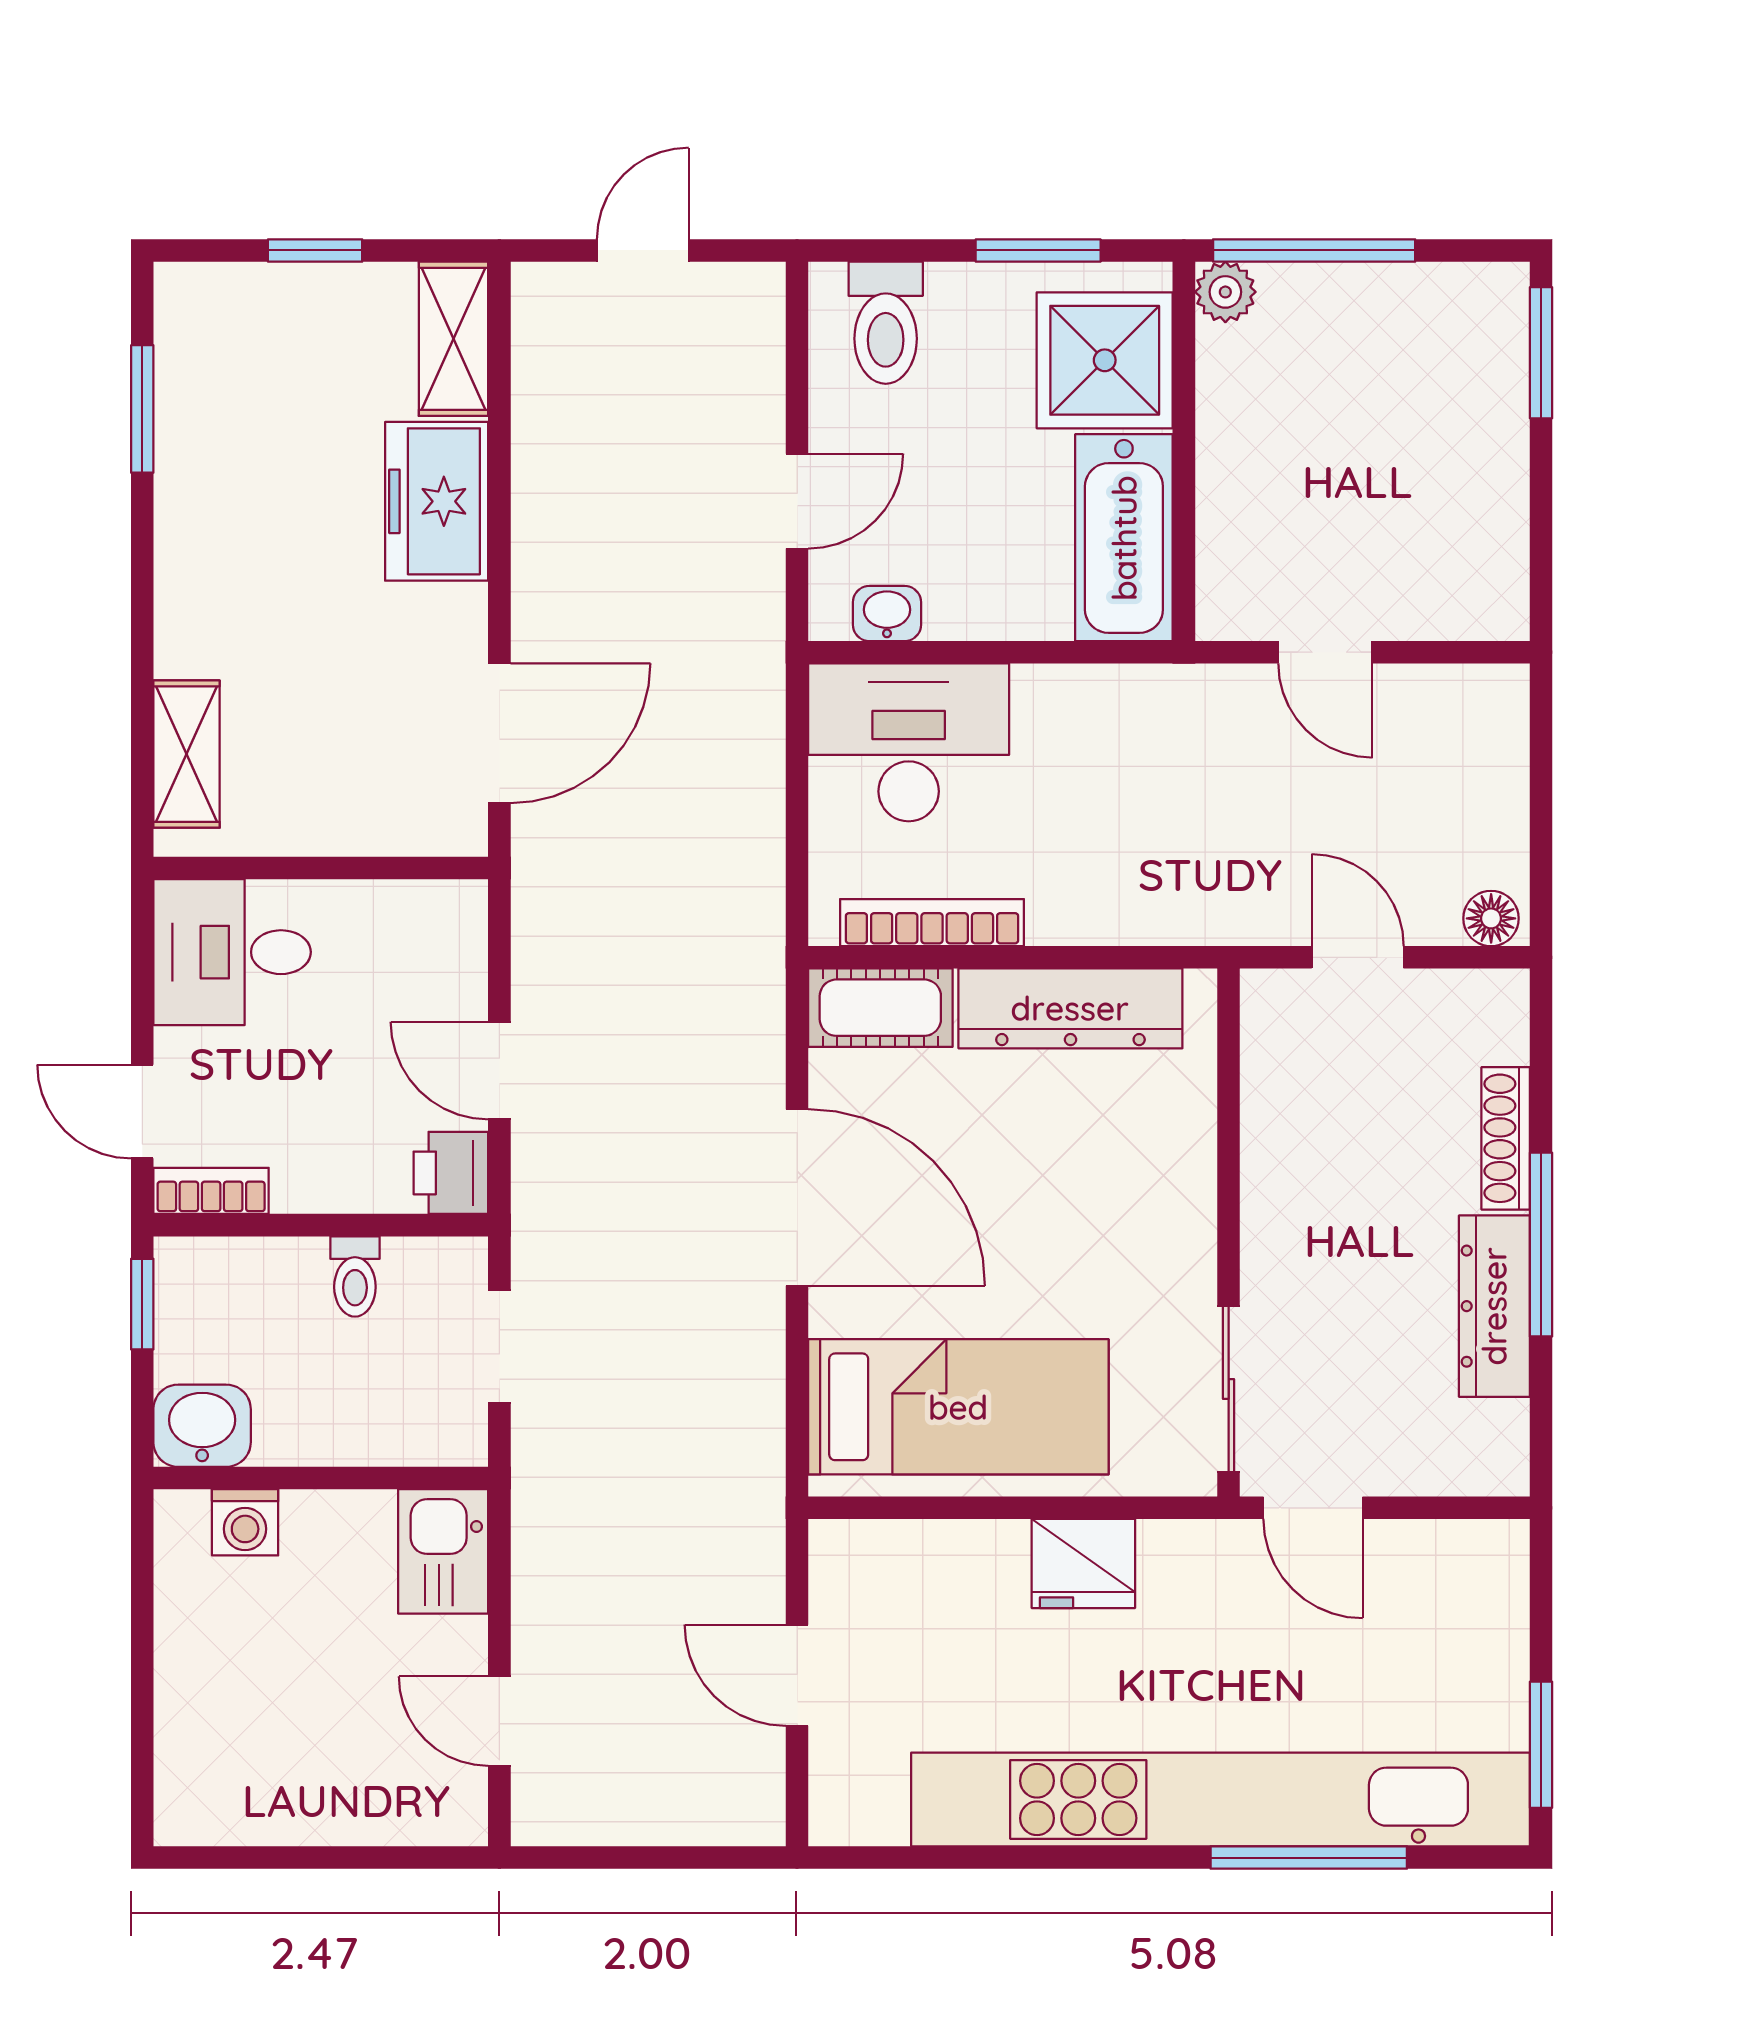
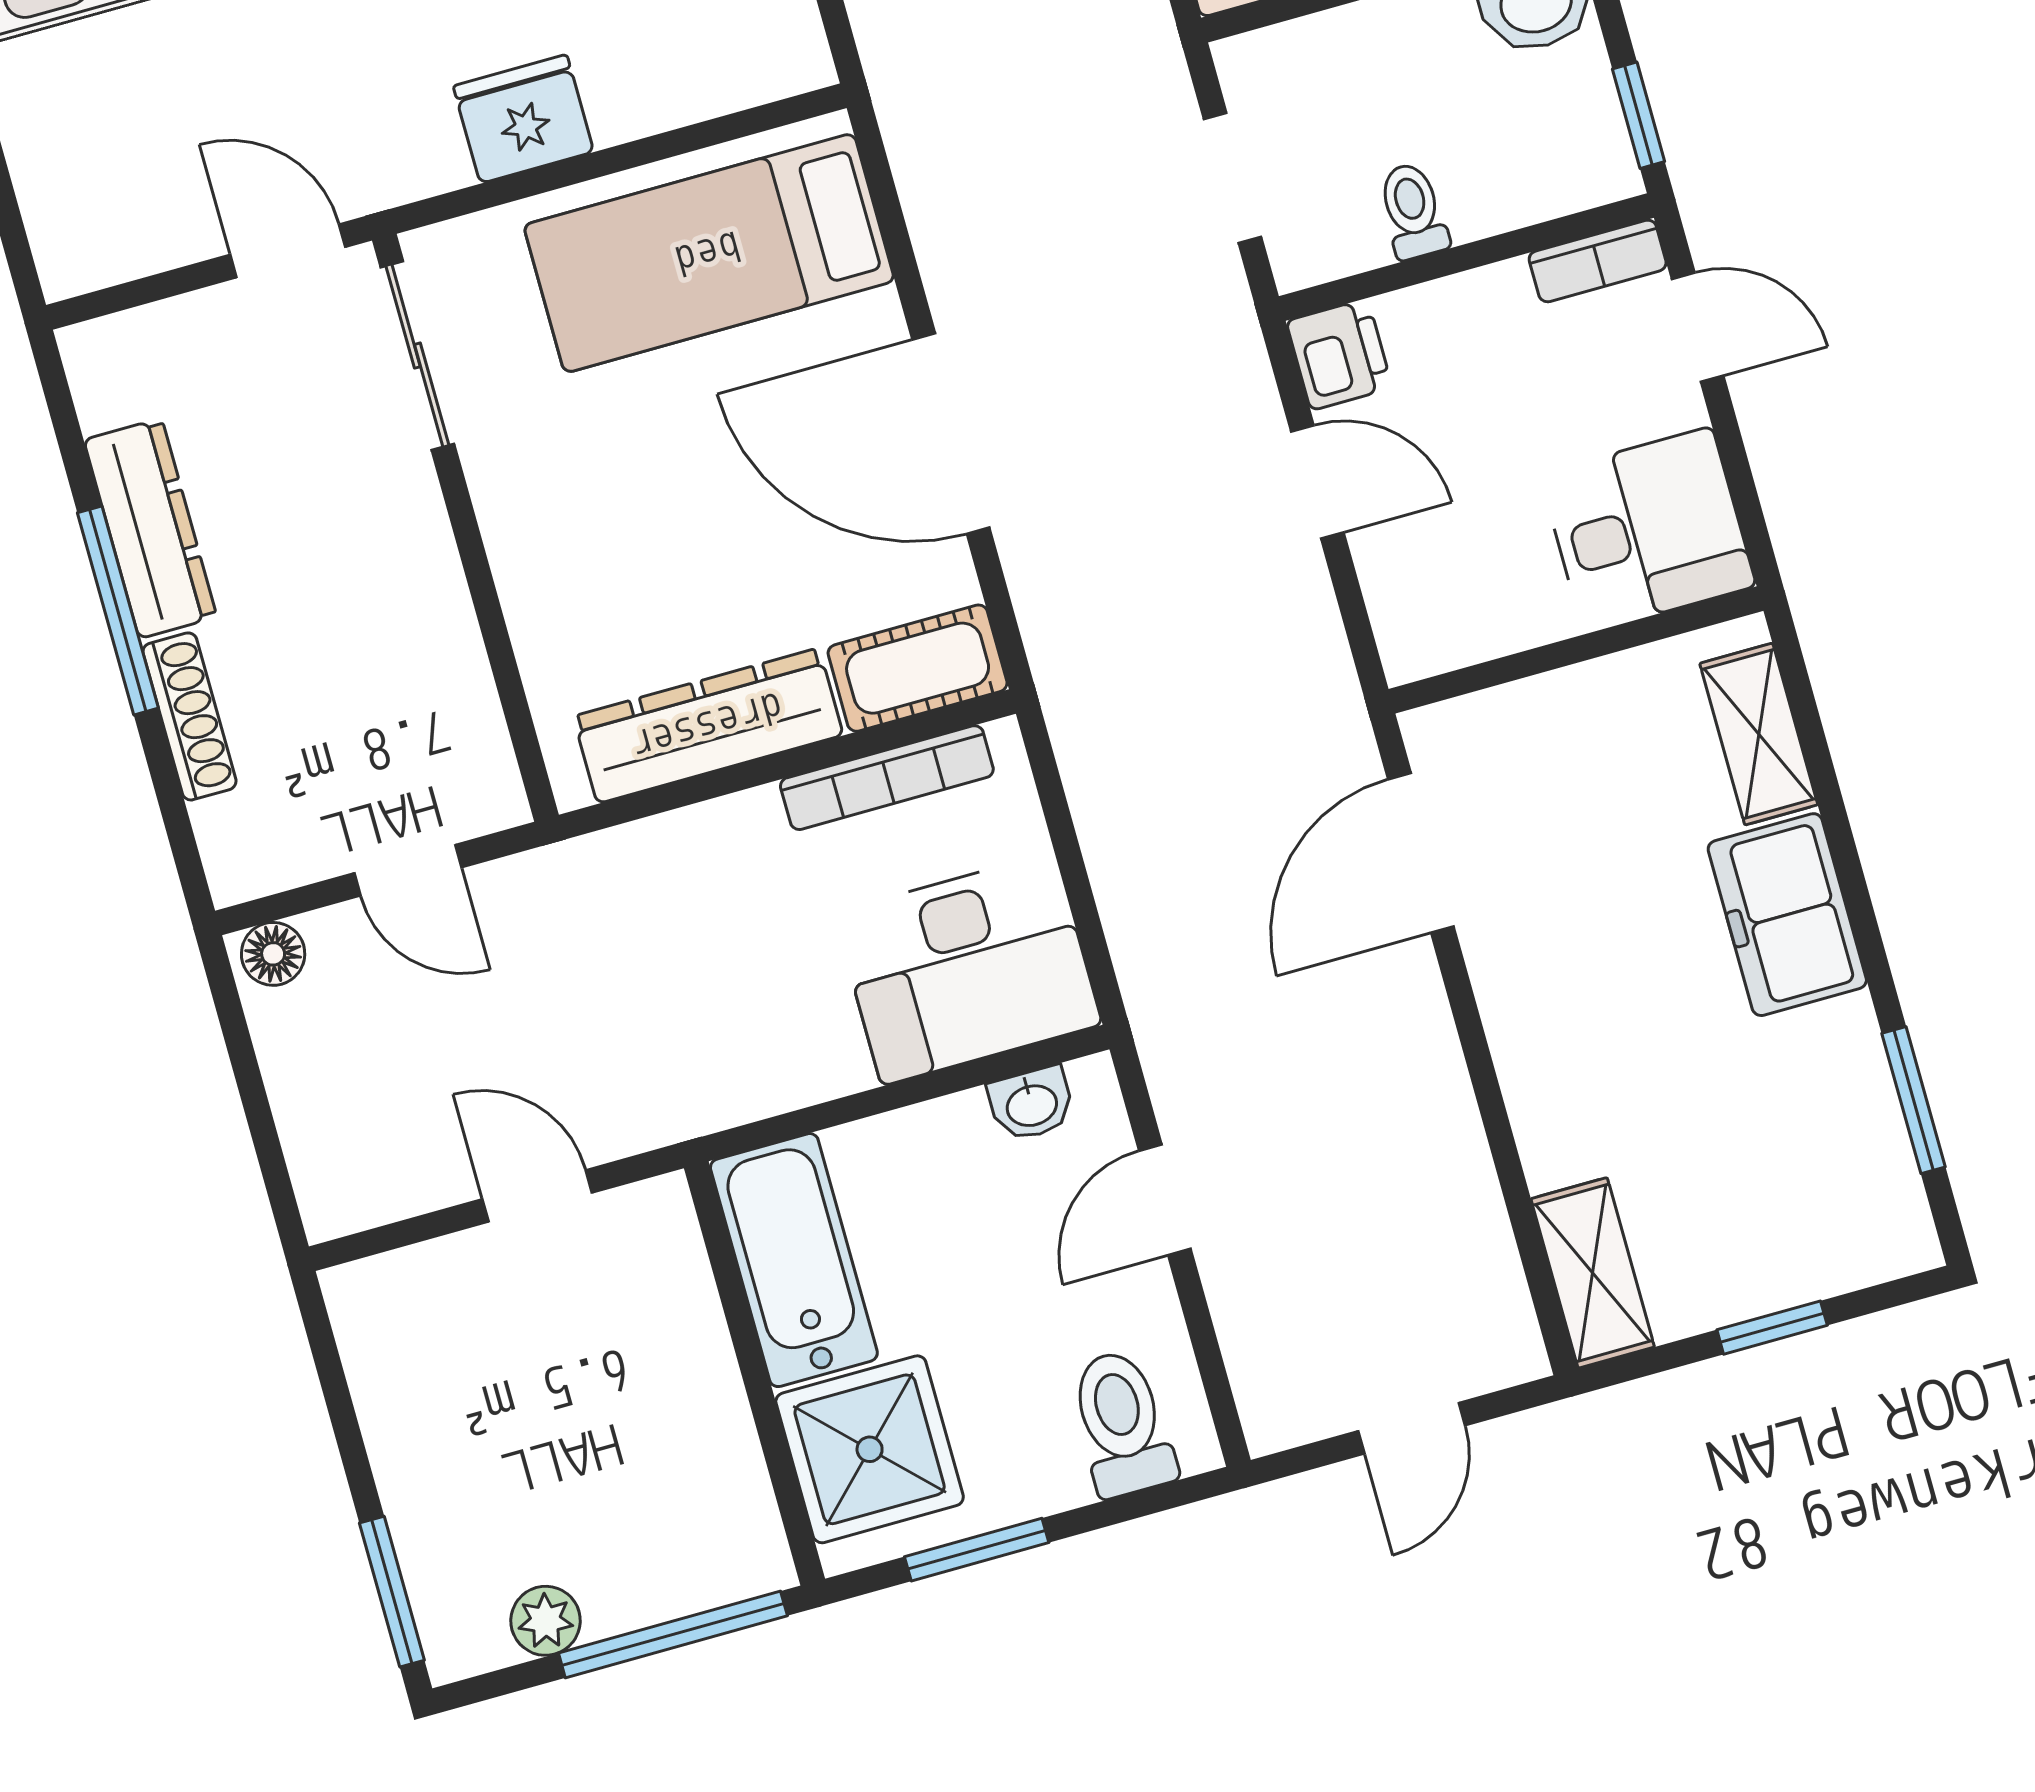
plant: (1225, 292) -> (546, 1621), moved
freezer: (437, 501) -> (1787, 915), moved, turned 180

